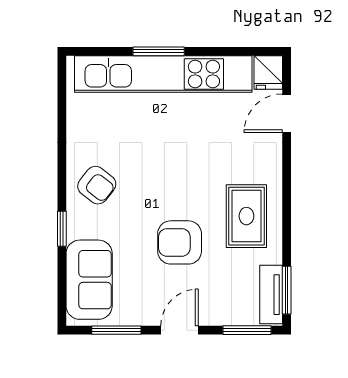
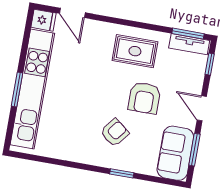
armchair: (97, 185) -> (115, 133), moved
sofa: (89, 280) -> (175, 153), moved, turned -90
window: (247, 330) -> (210, 64), width x0.67

